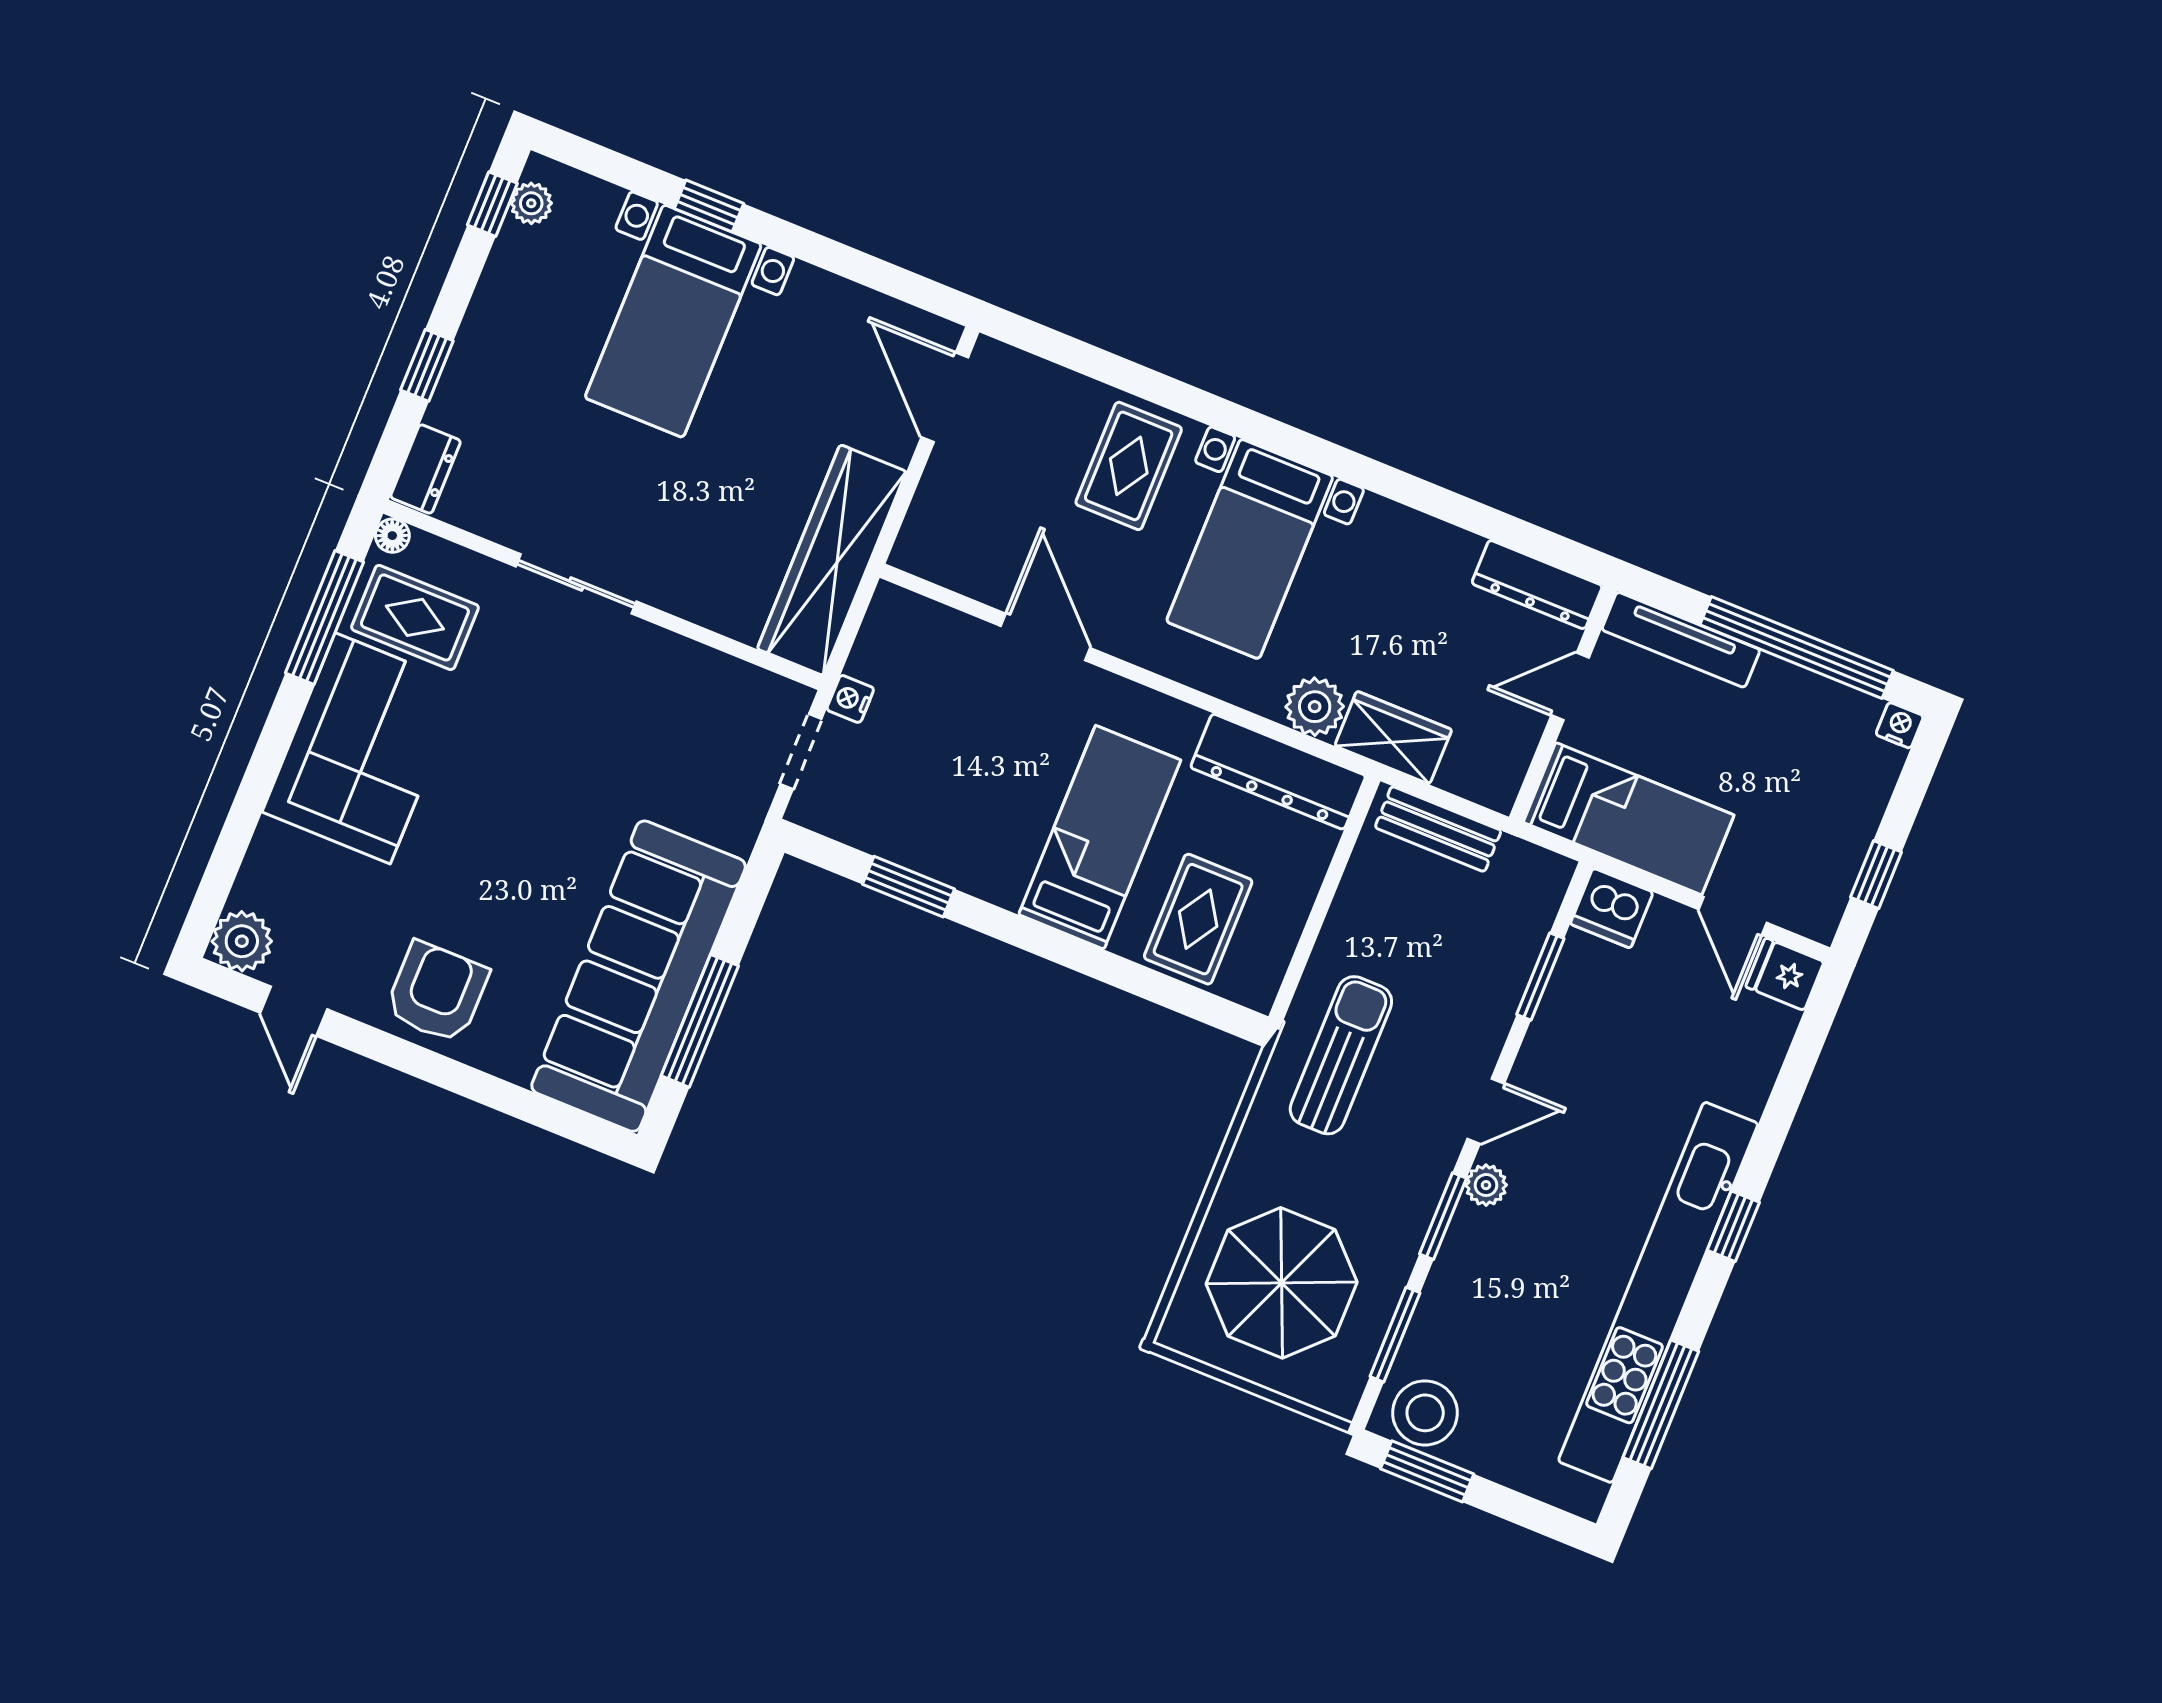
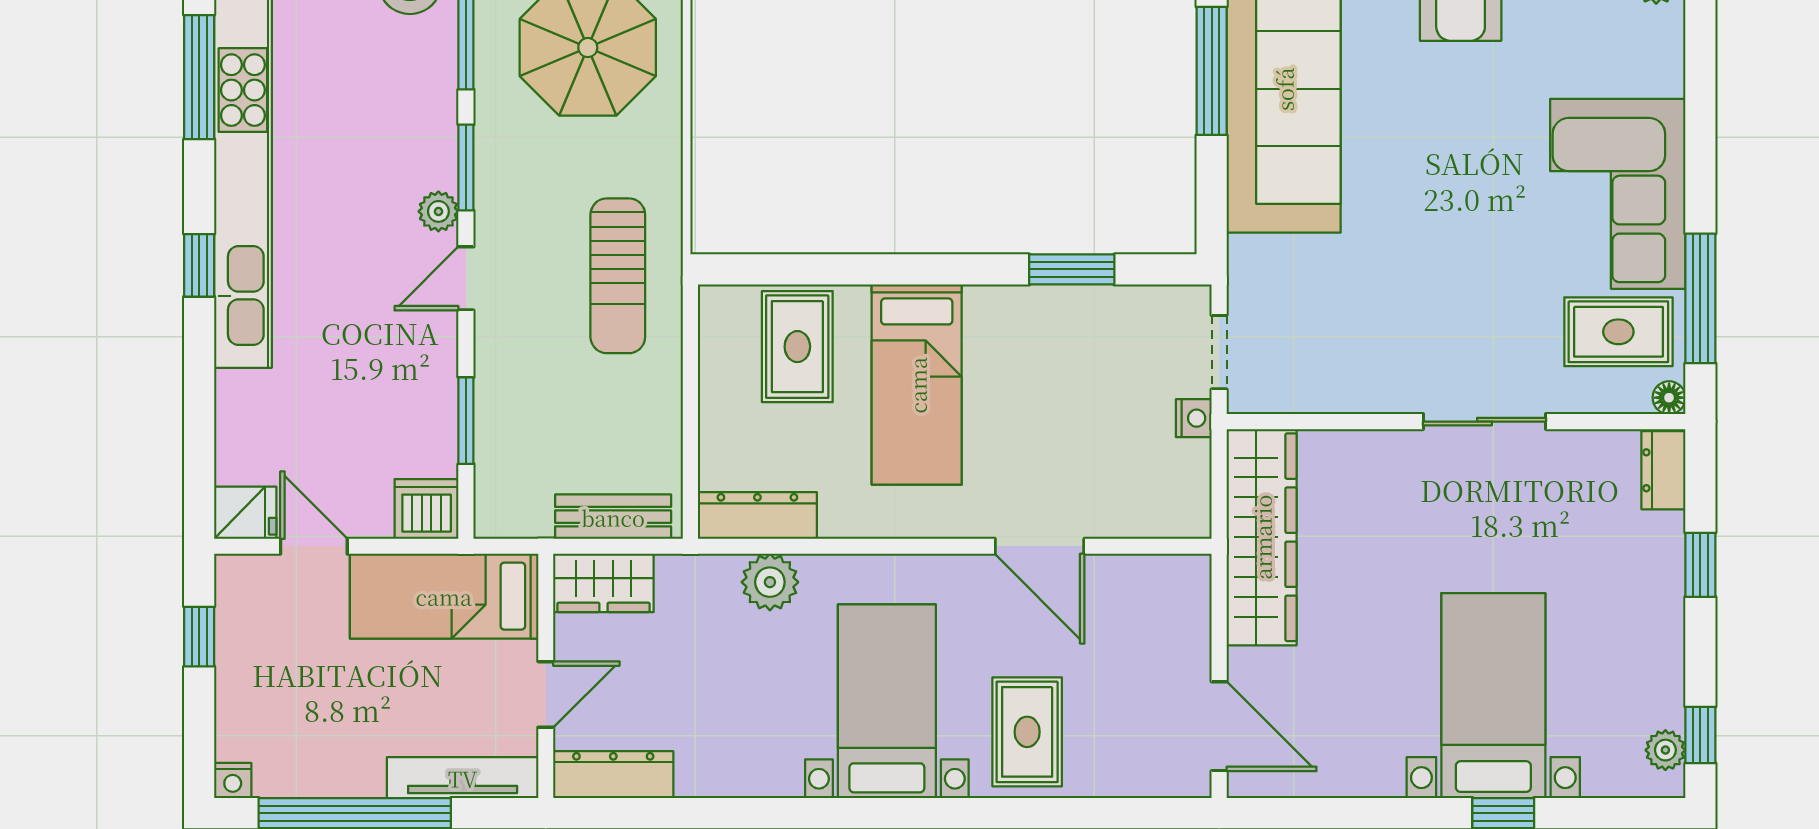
wardrobe: (1393, 738) -> (603, 583), moved
dresser: (1278, 772) -> (757, 515), width x0.73, depth x0.80

